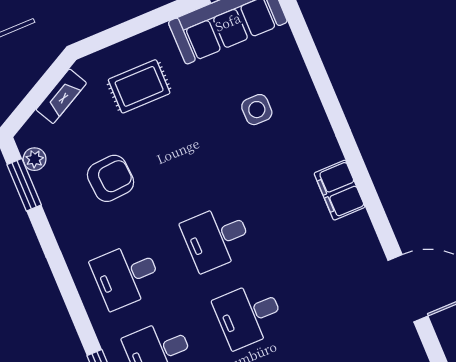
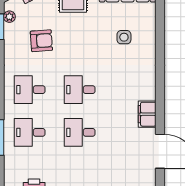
filing cabinet: (340, 190) -> (147, 114), moved

